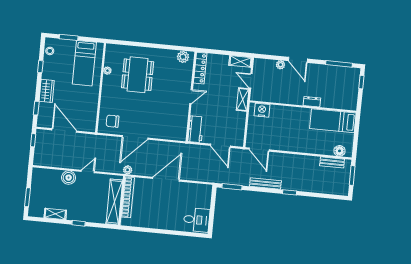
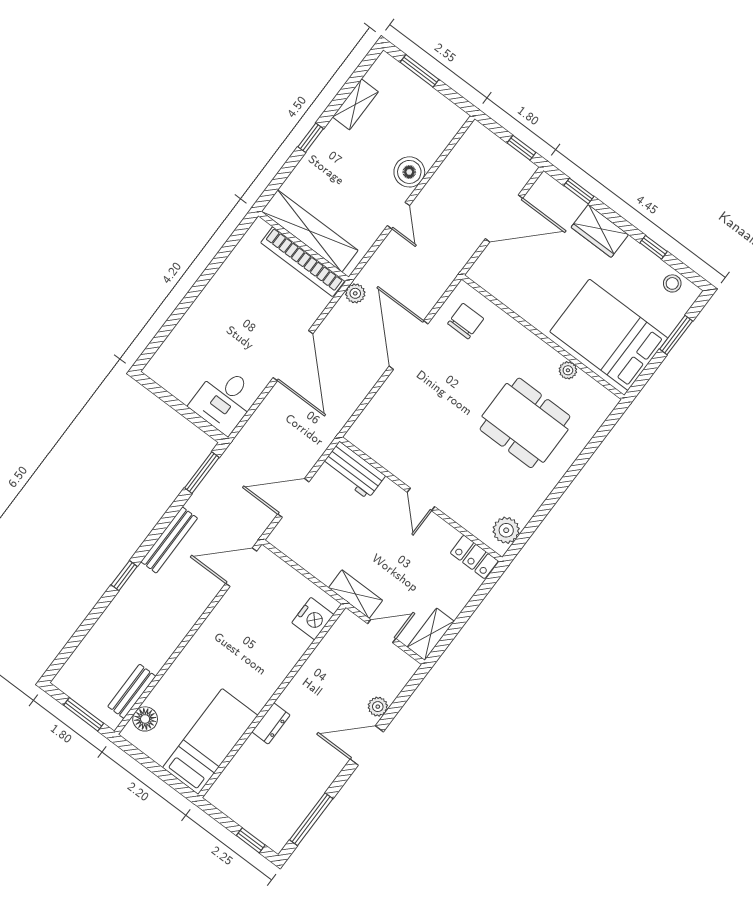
bed: (84, 63) -> (609, 335), width x1.50
locker: (200, 68) -> (474, 557), width x0.66
desk: (197, 220) -> (224, 400), moved

